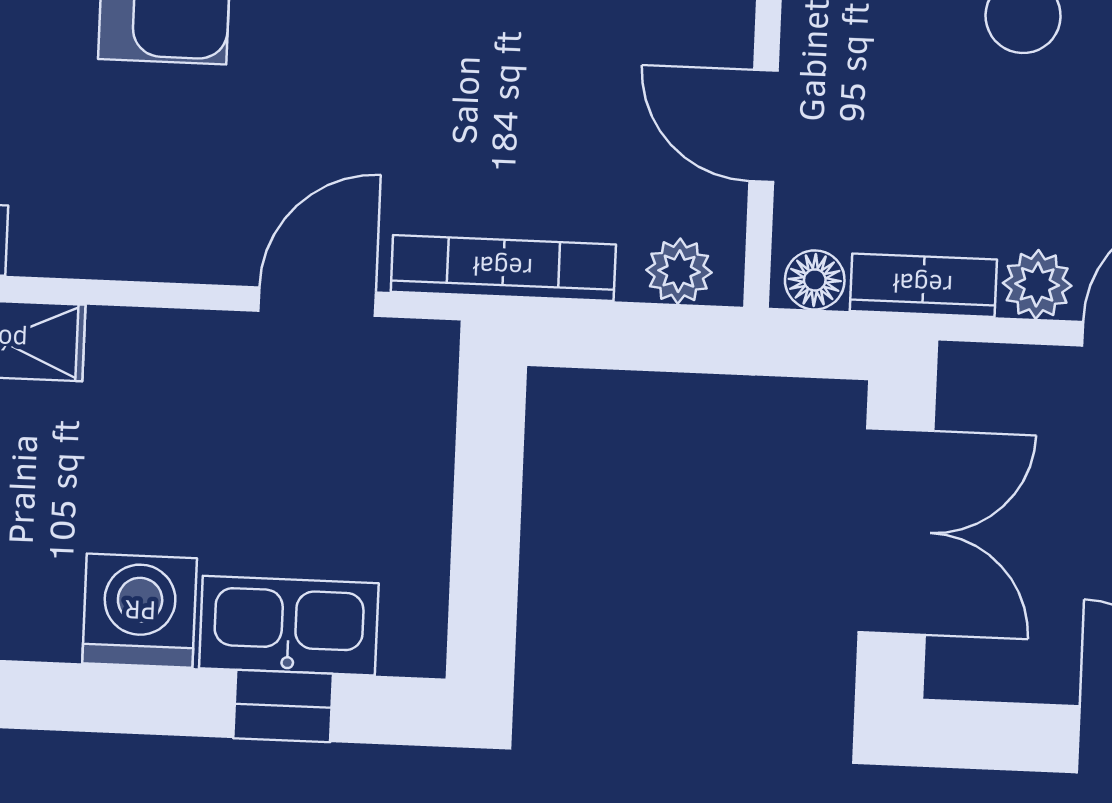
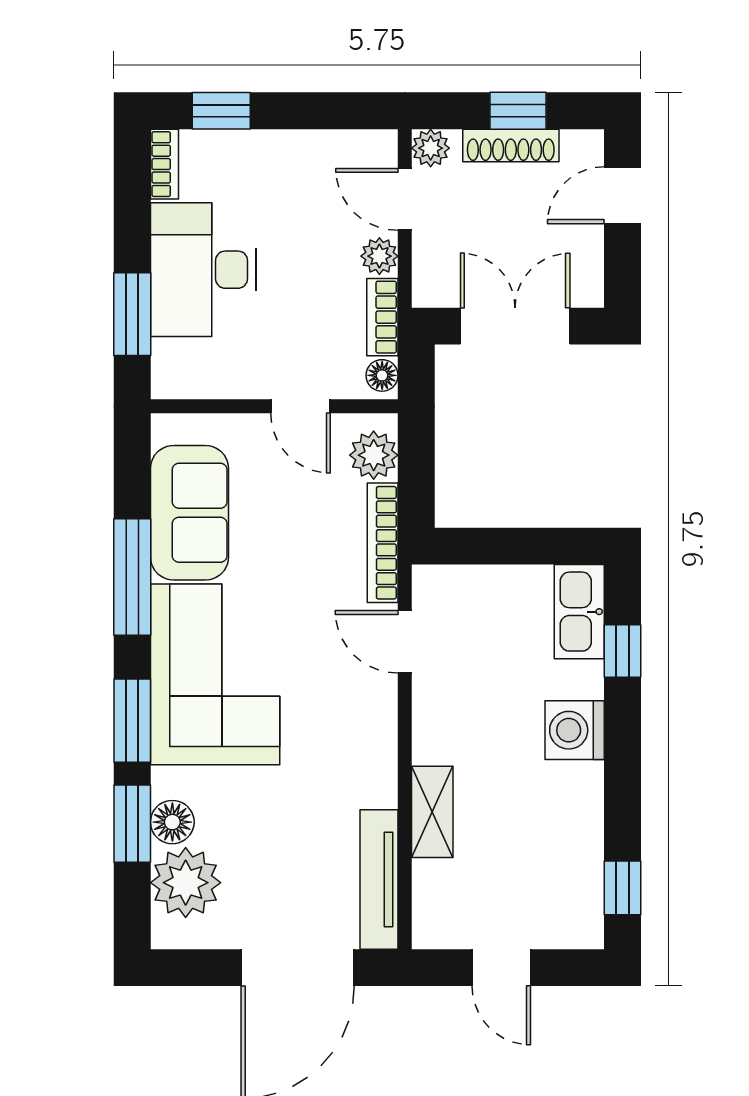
door: (764, 126) -> (301, 406), hinge flipped
plant: (679, 271) -> (374, 455), width x1.38, depth x1.38
kitchen sink: (289, 626) -> (579, 612), moved

